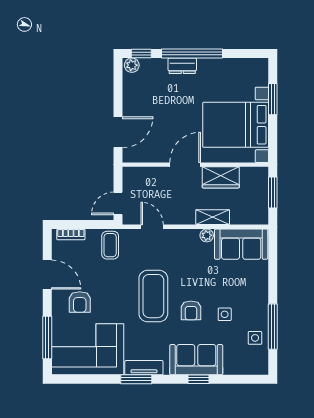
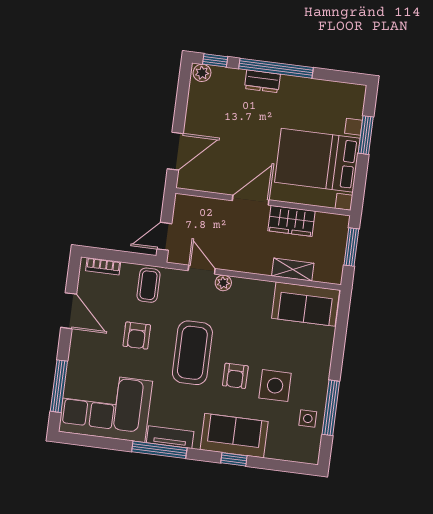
shelving: (213, 217) -> (293, 270), moved
plant: (207, 235) -> (223, 283), moved
armchair: (80, 302) -> (137, 336), moved
side table: (225, 314) -> (275, 386), width x1.87, depth x1.87
window: (136, 379) -> (159, 450), width x1.44

